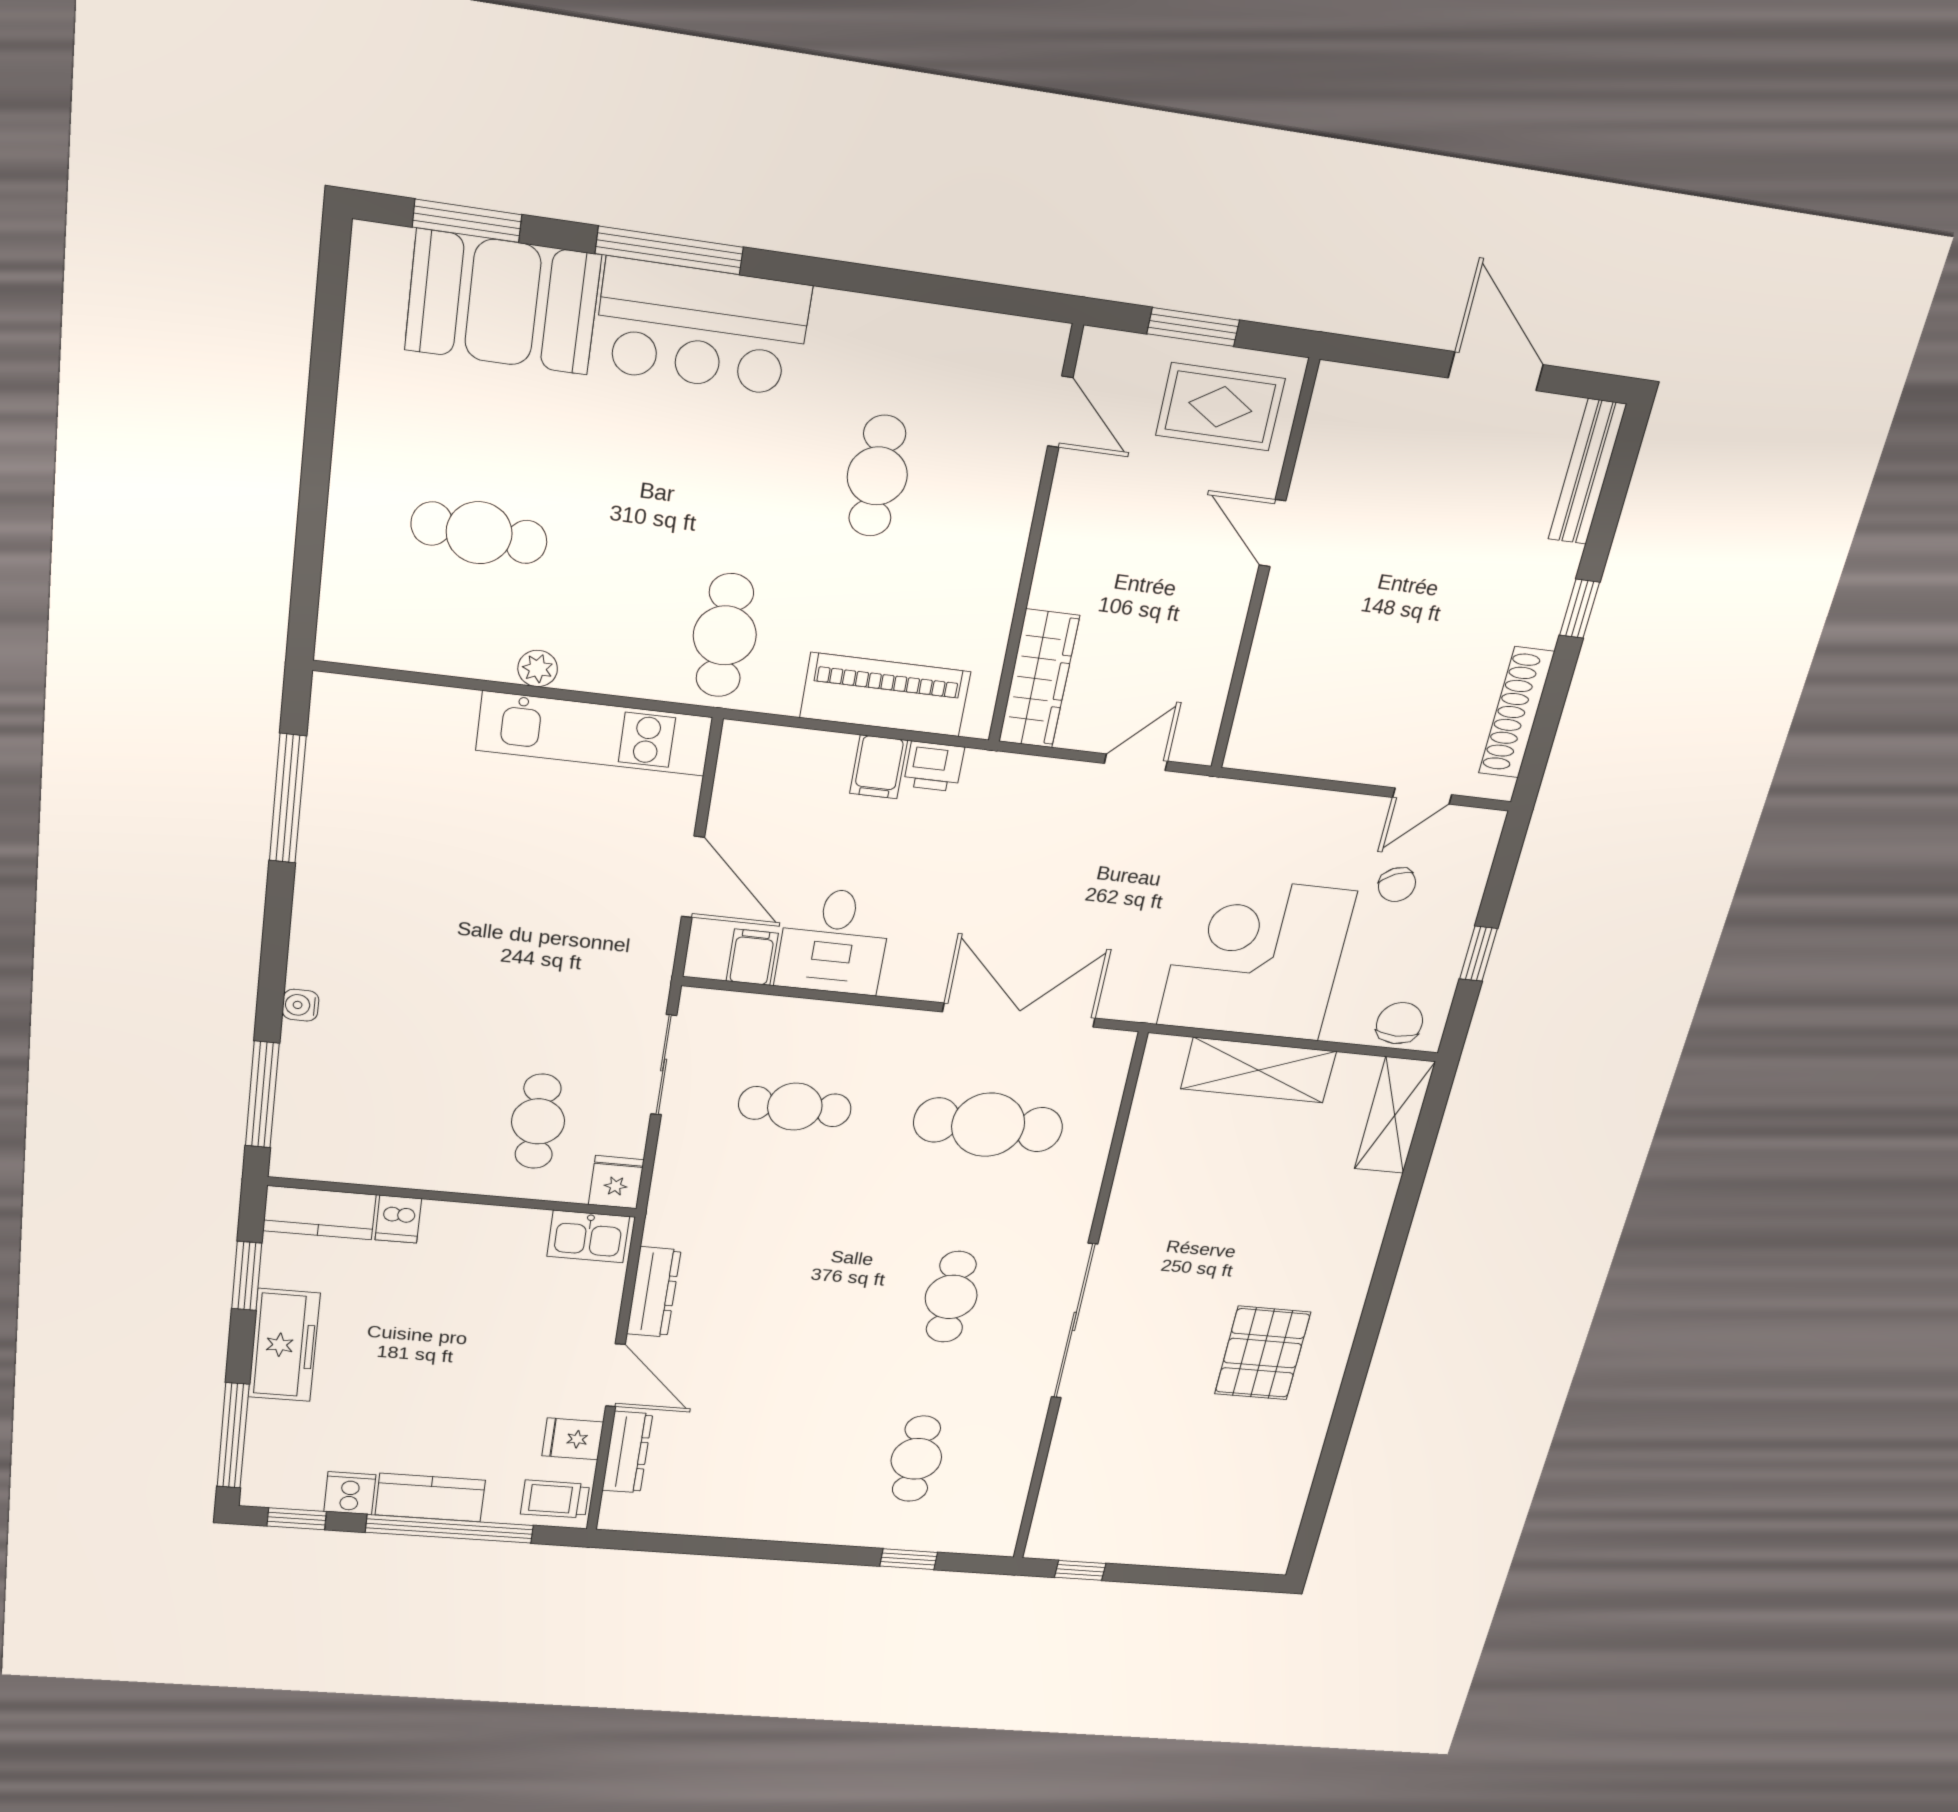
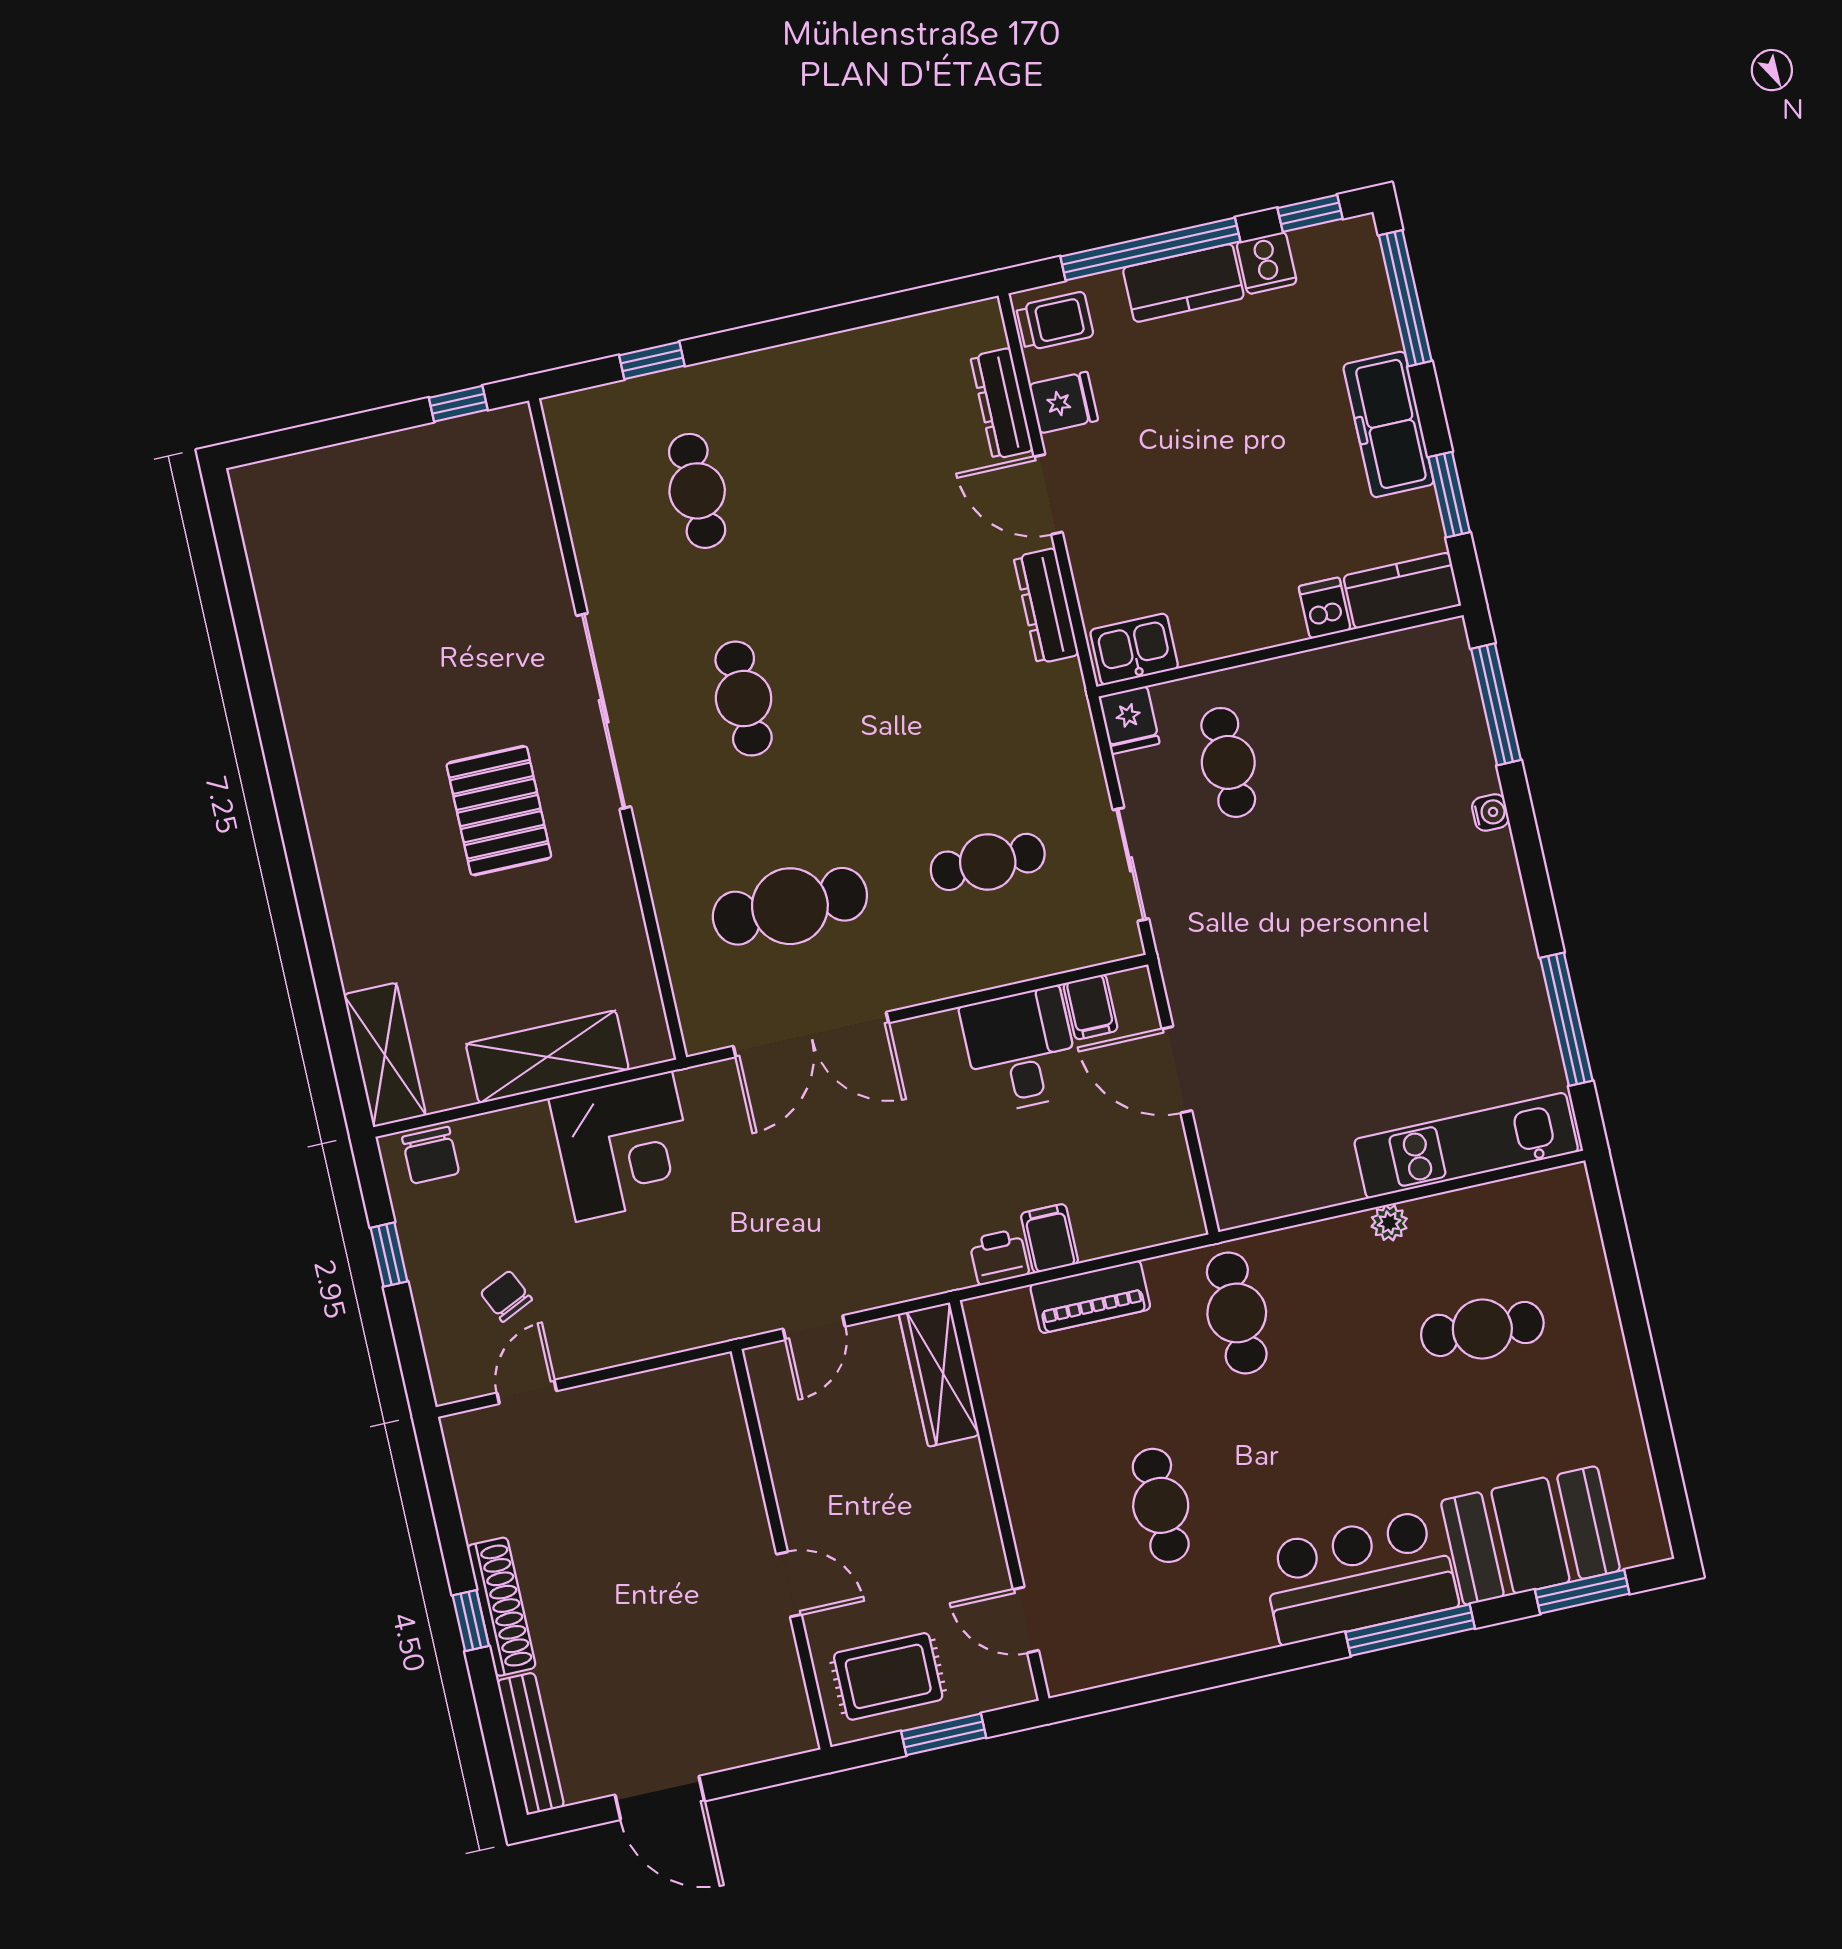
piano: (885, 695) -> (1090, 1297), width x0.73, depth x0.75
shoe rack: (1517, 713) -> (501, 1607), moved
kitchen unit: (594, 734) -> (1466, 1146), moved
corner desk: (1256, 958) -> (624, 1146), width x0.74, depth x0.74
pallet: (1263, 1353) -> (499, 811), moved

